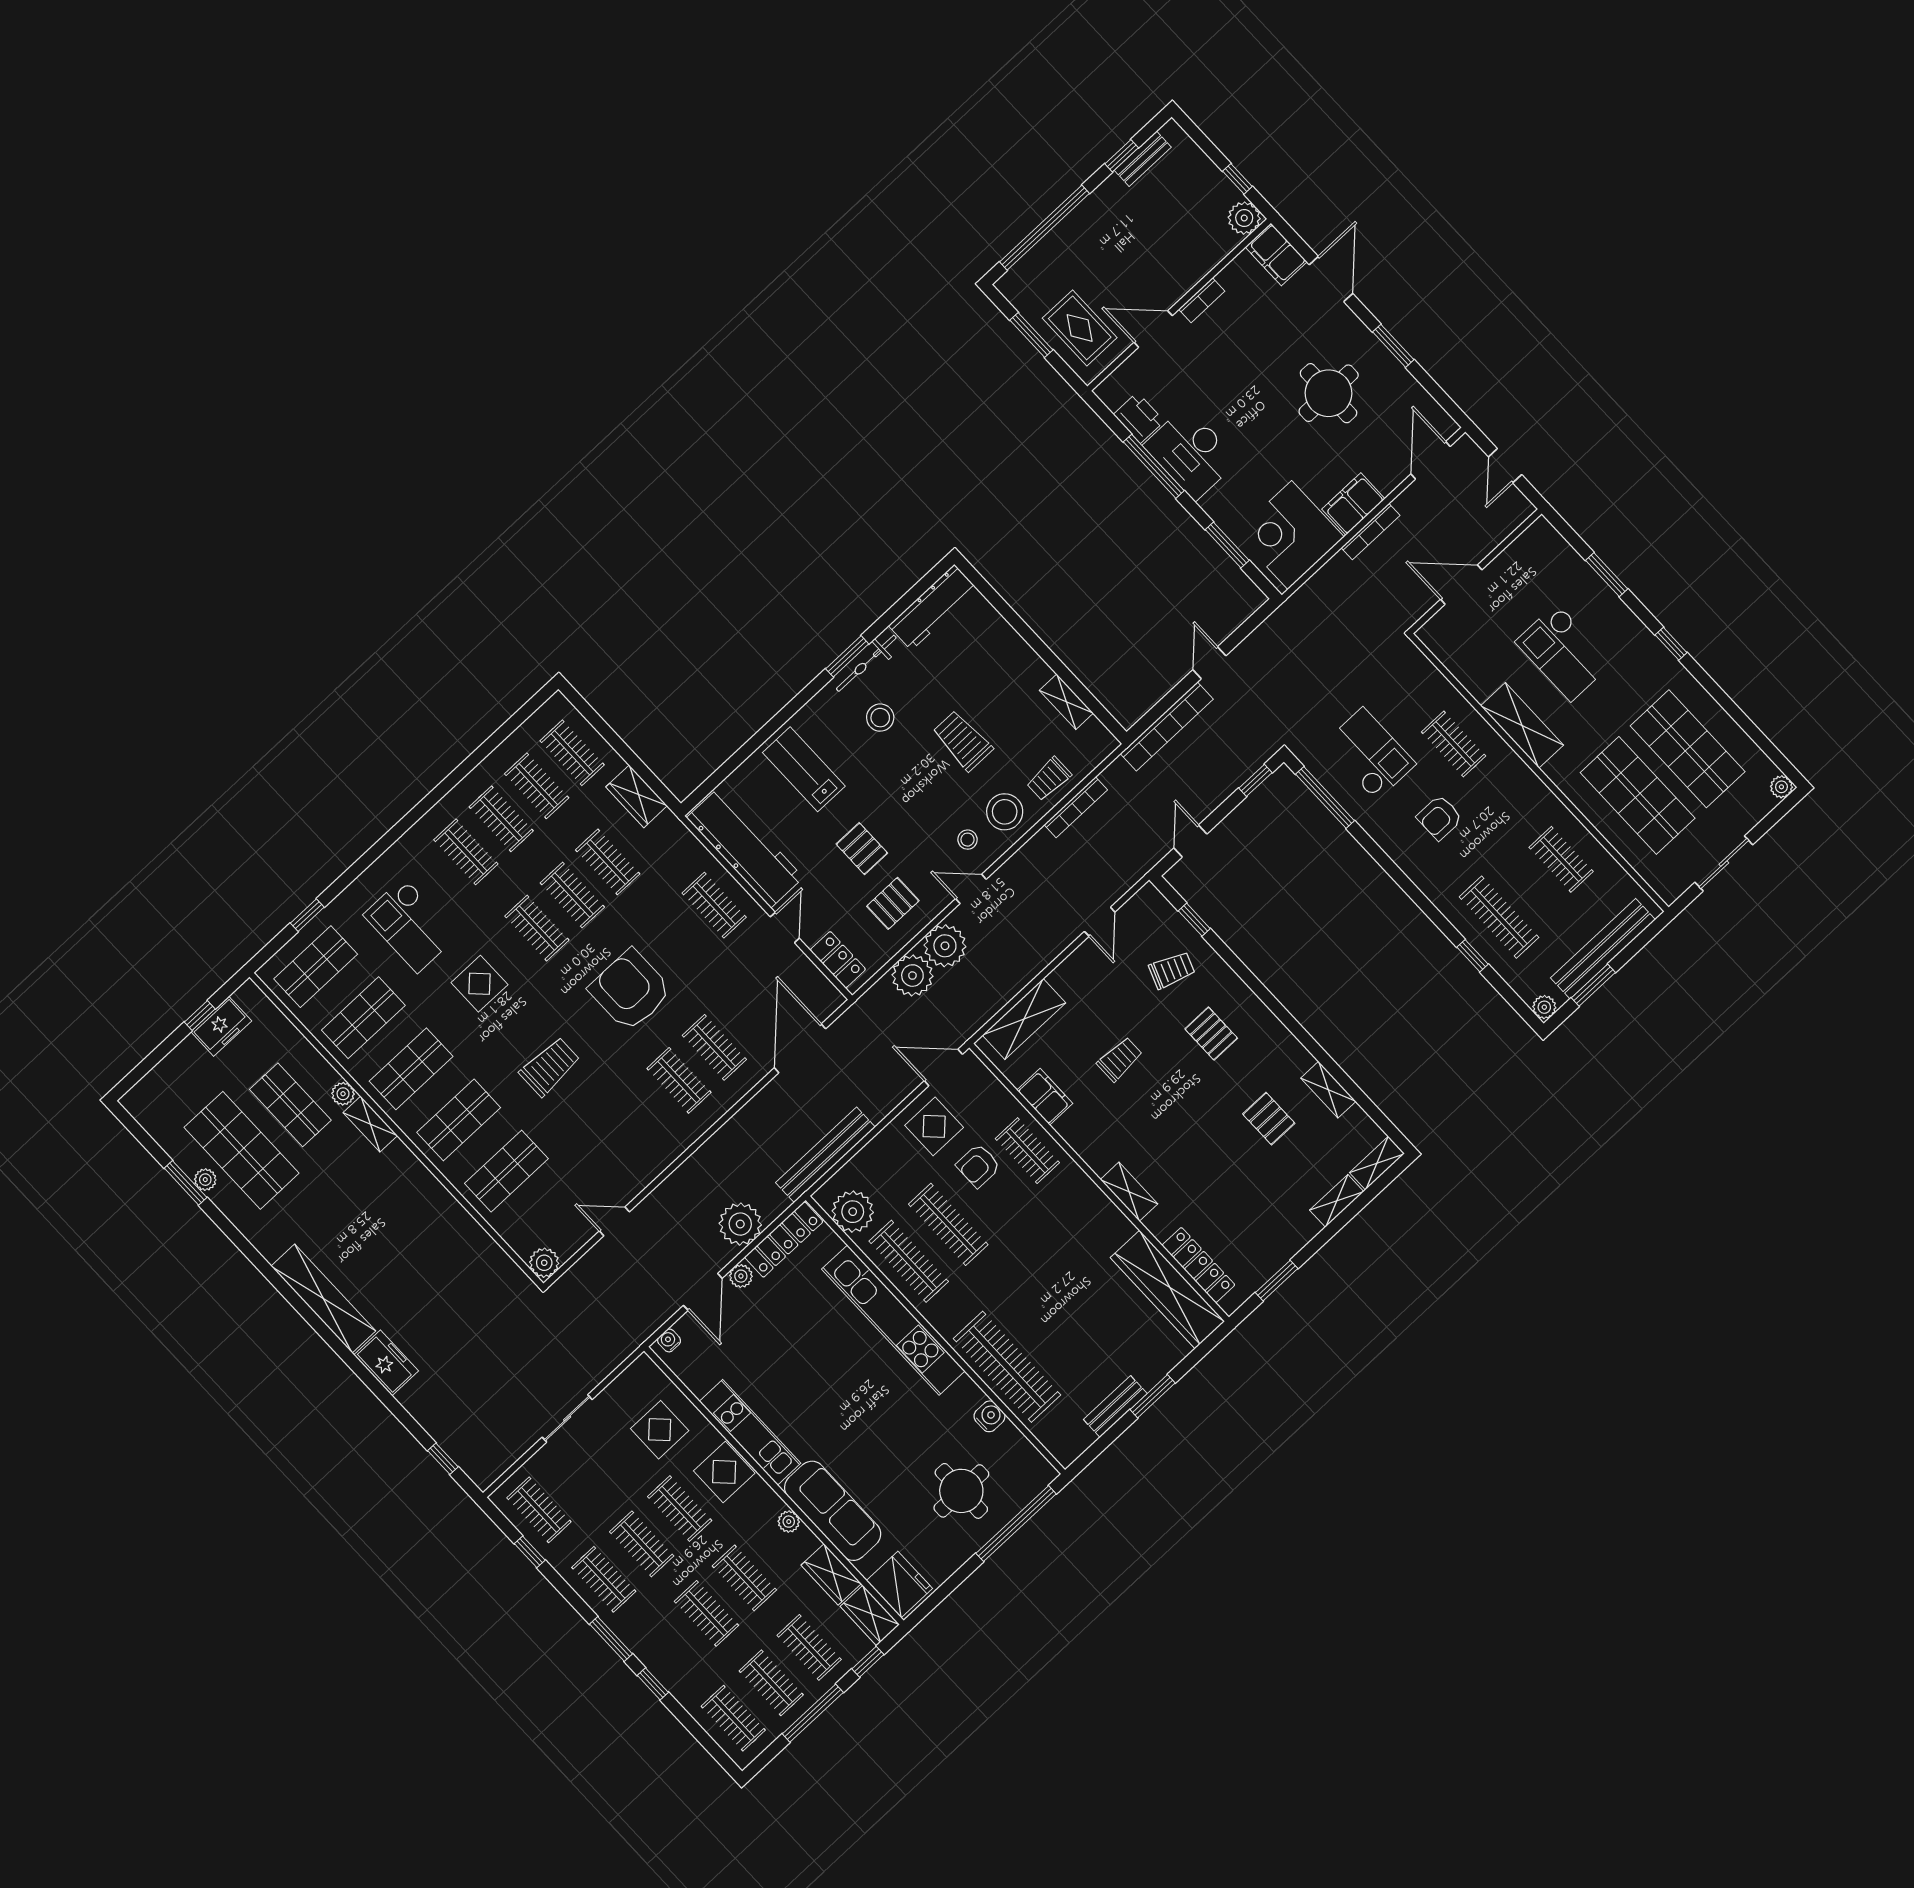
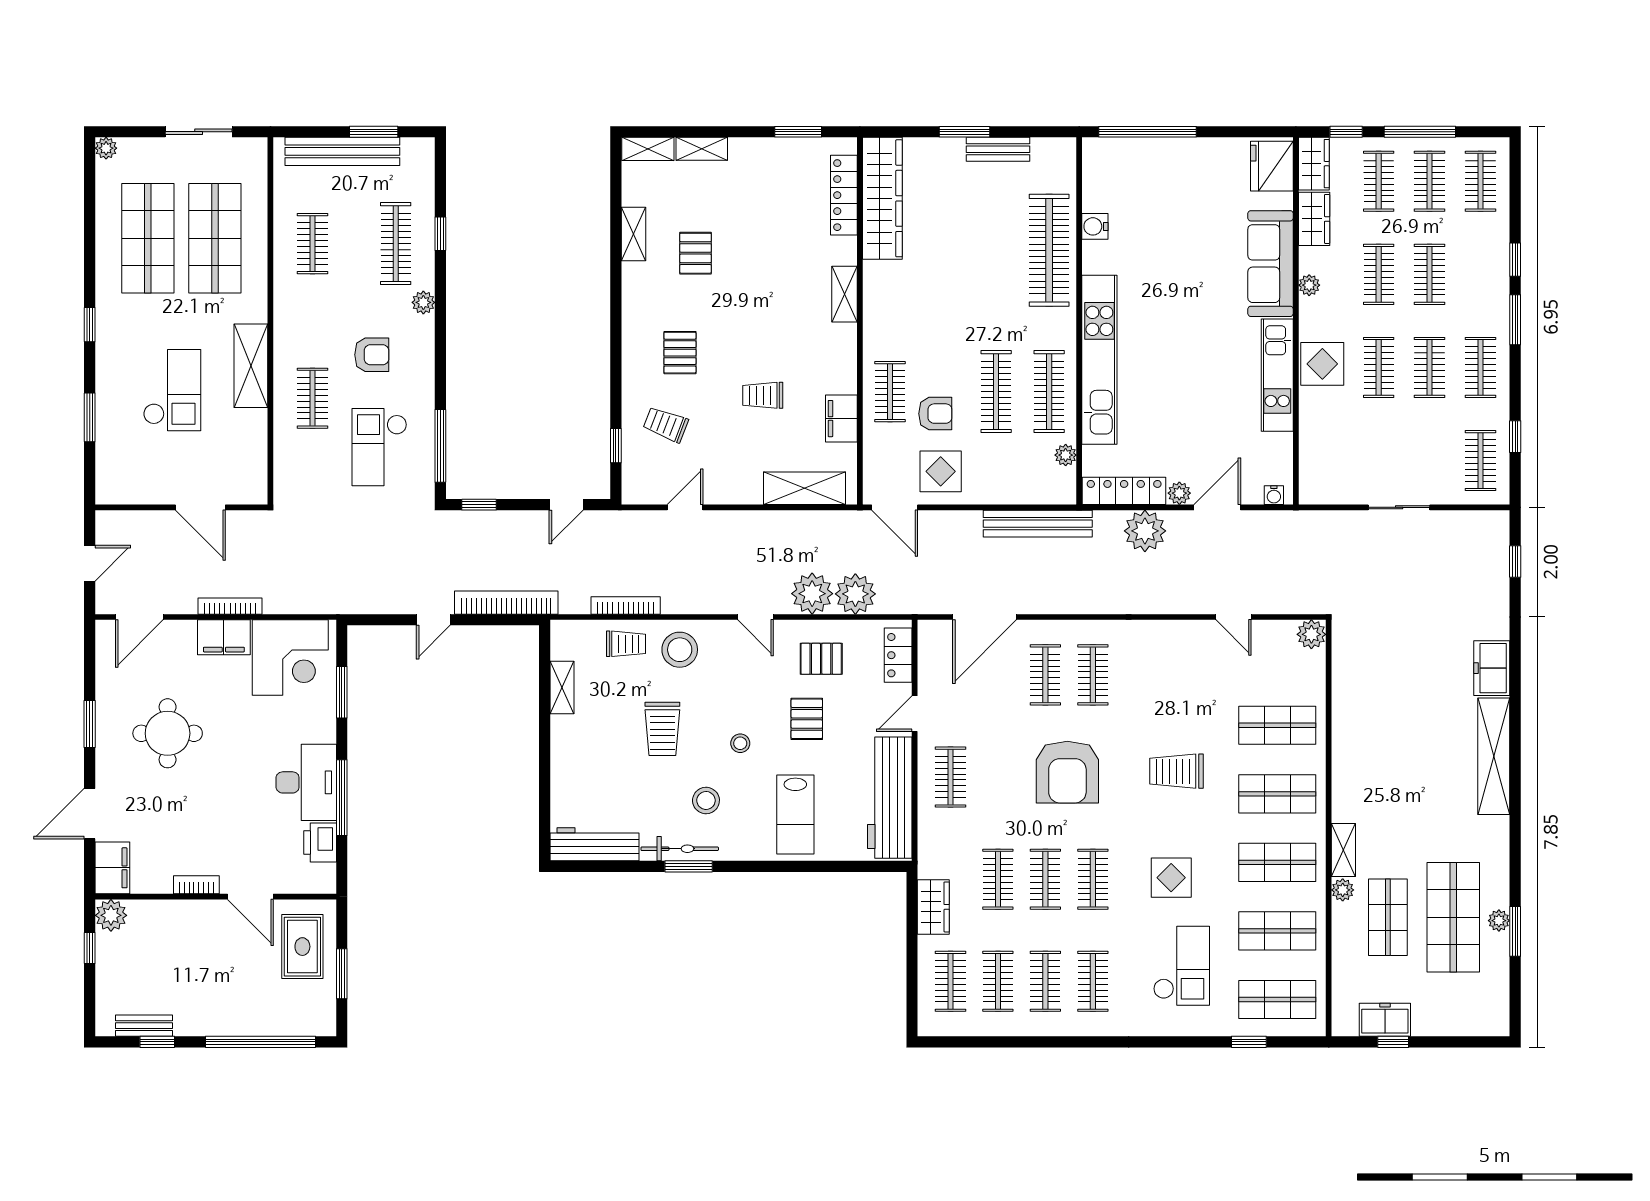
stool: (967, 840) -> (740, 743), moved
plant: (1544, 1007) -> (423, 302), moved
plant: (853, 1212) -> (1066, 455), width x0.53, depth x0.53
display table: (660, 1430) -> (1340, 437), removed
round table: (961, 1491) -> (1165, 192), removed

